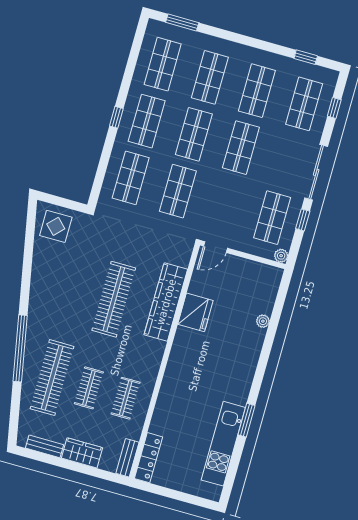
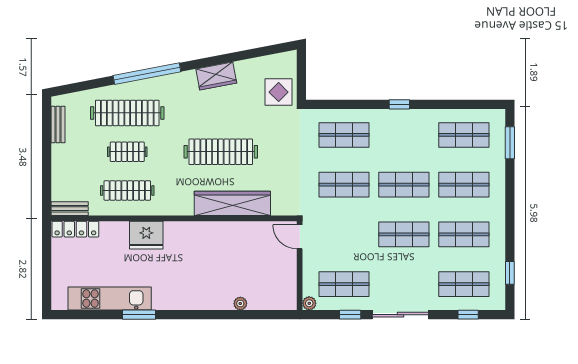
shop shelf: (147, 121) -> (404, 135), removed
display table: (56, 226) -> (279, 92), moved
fridge: (195, 312) -> (146, 235), moved
clothes rail: (126, 398) -> (127, 190), width x1.36
wardrobe: (82, 453) -> (216, 76), moved, turned 79

